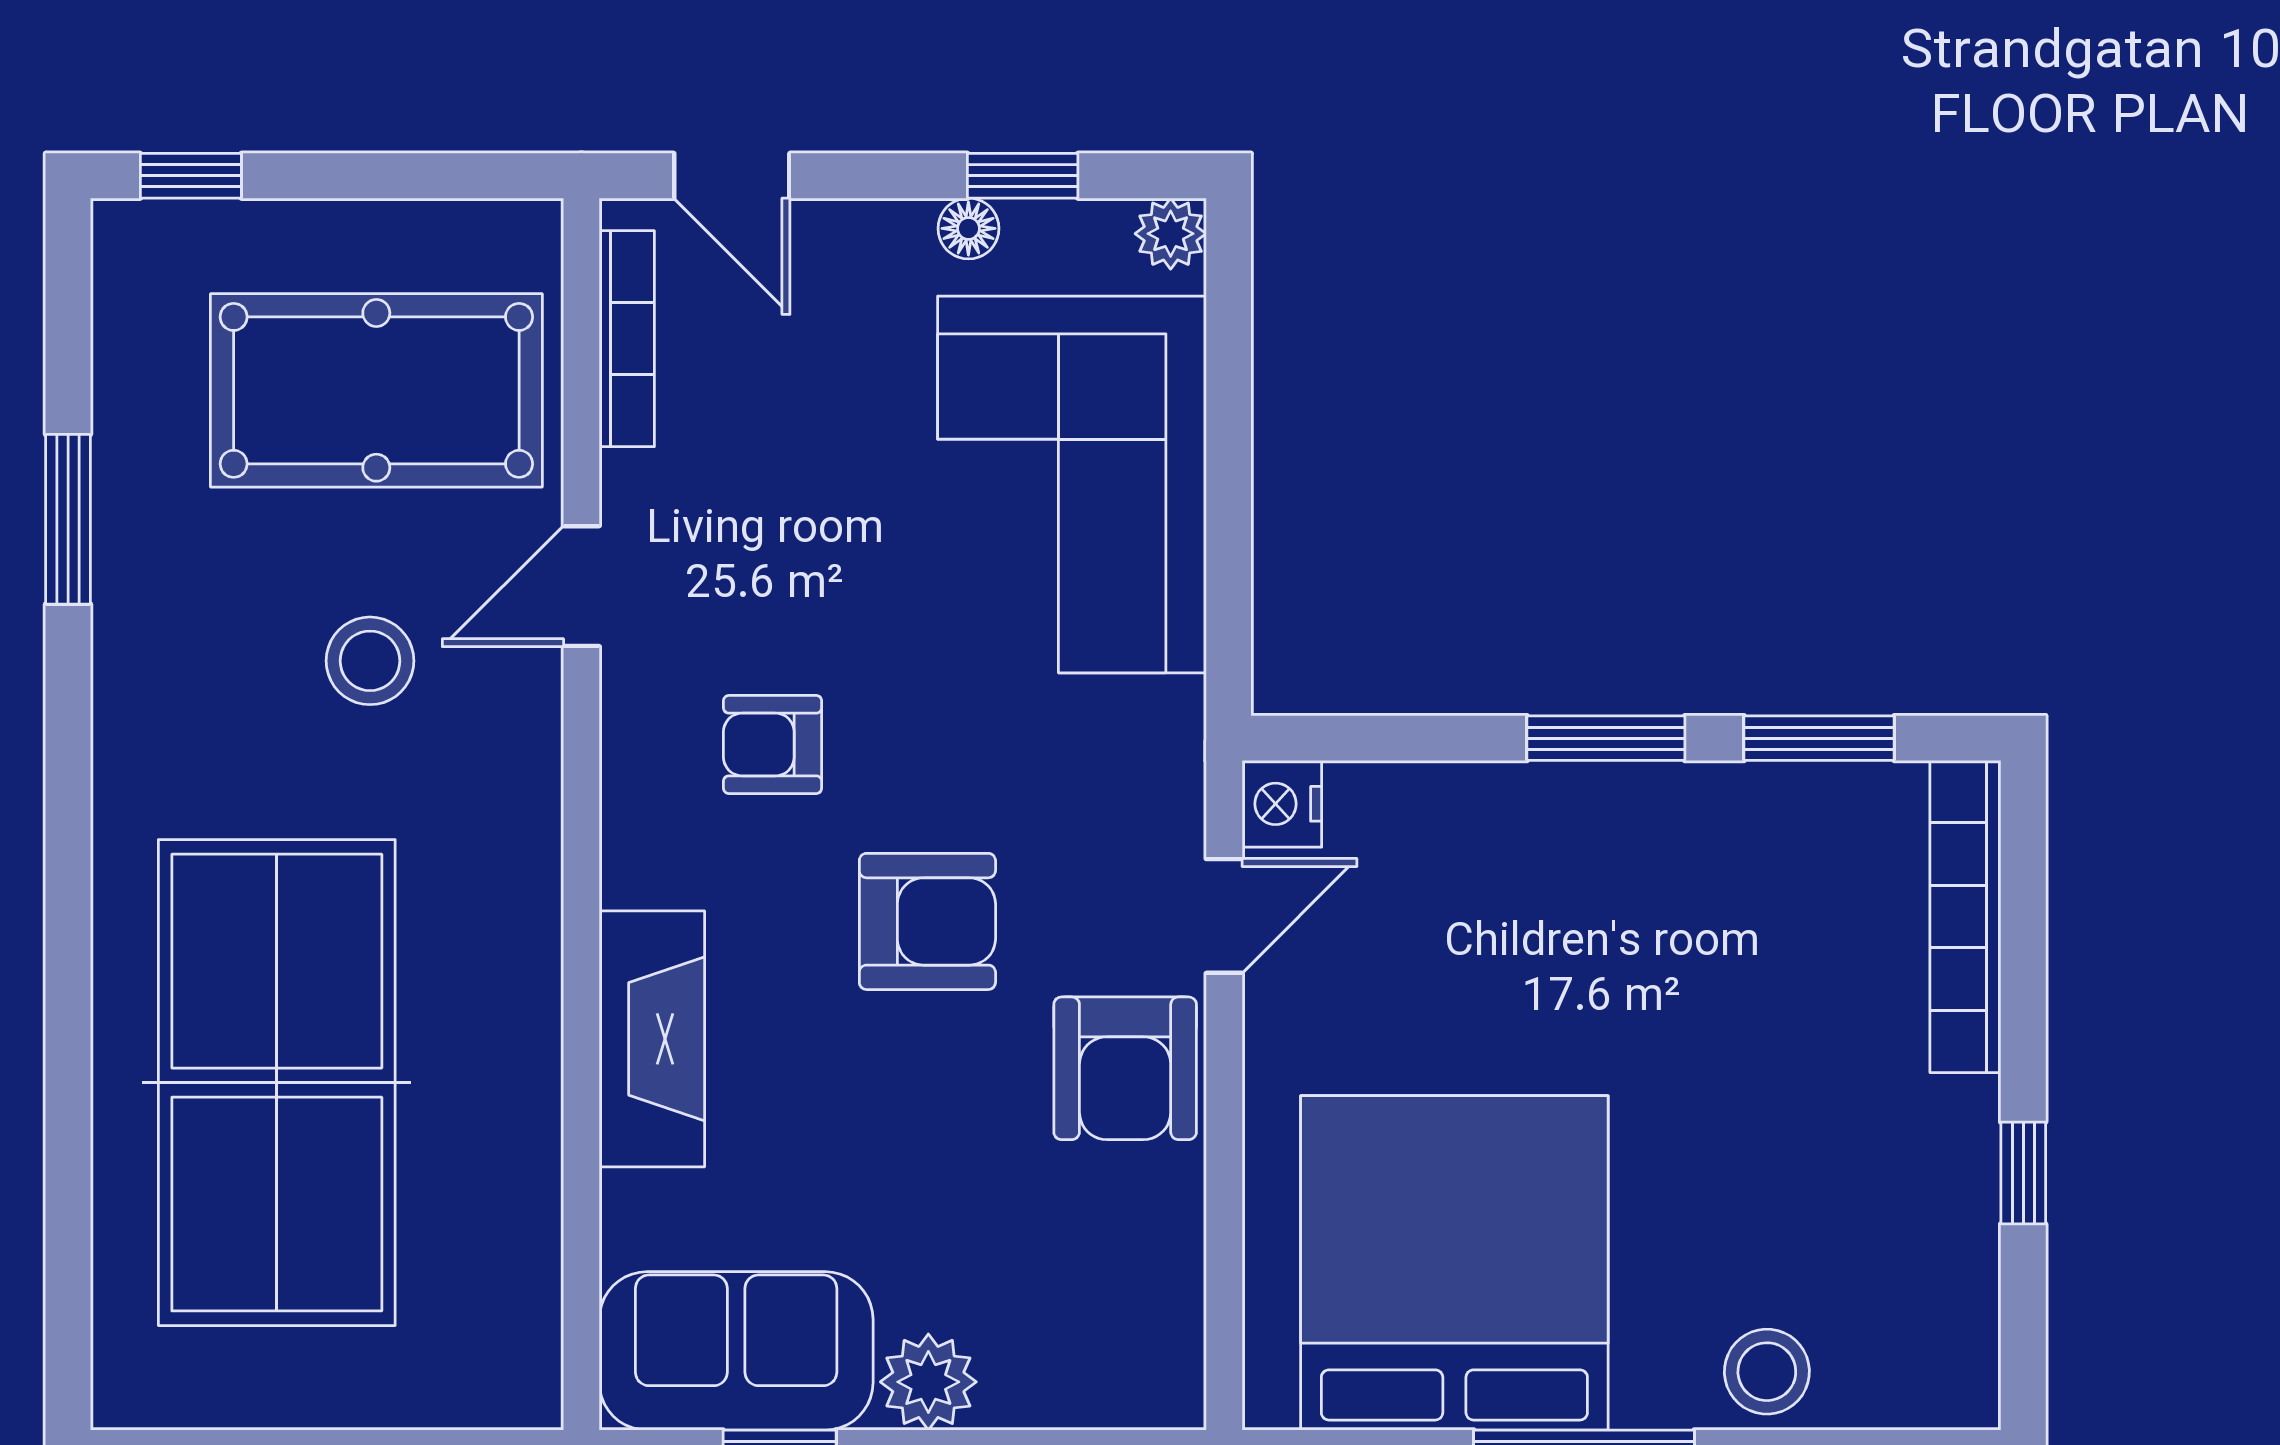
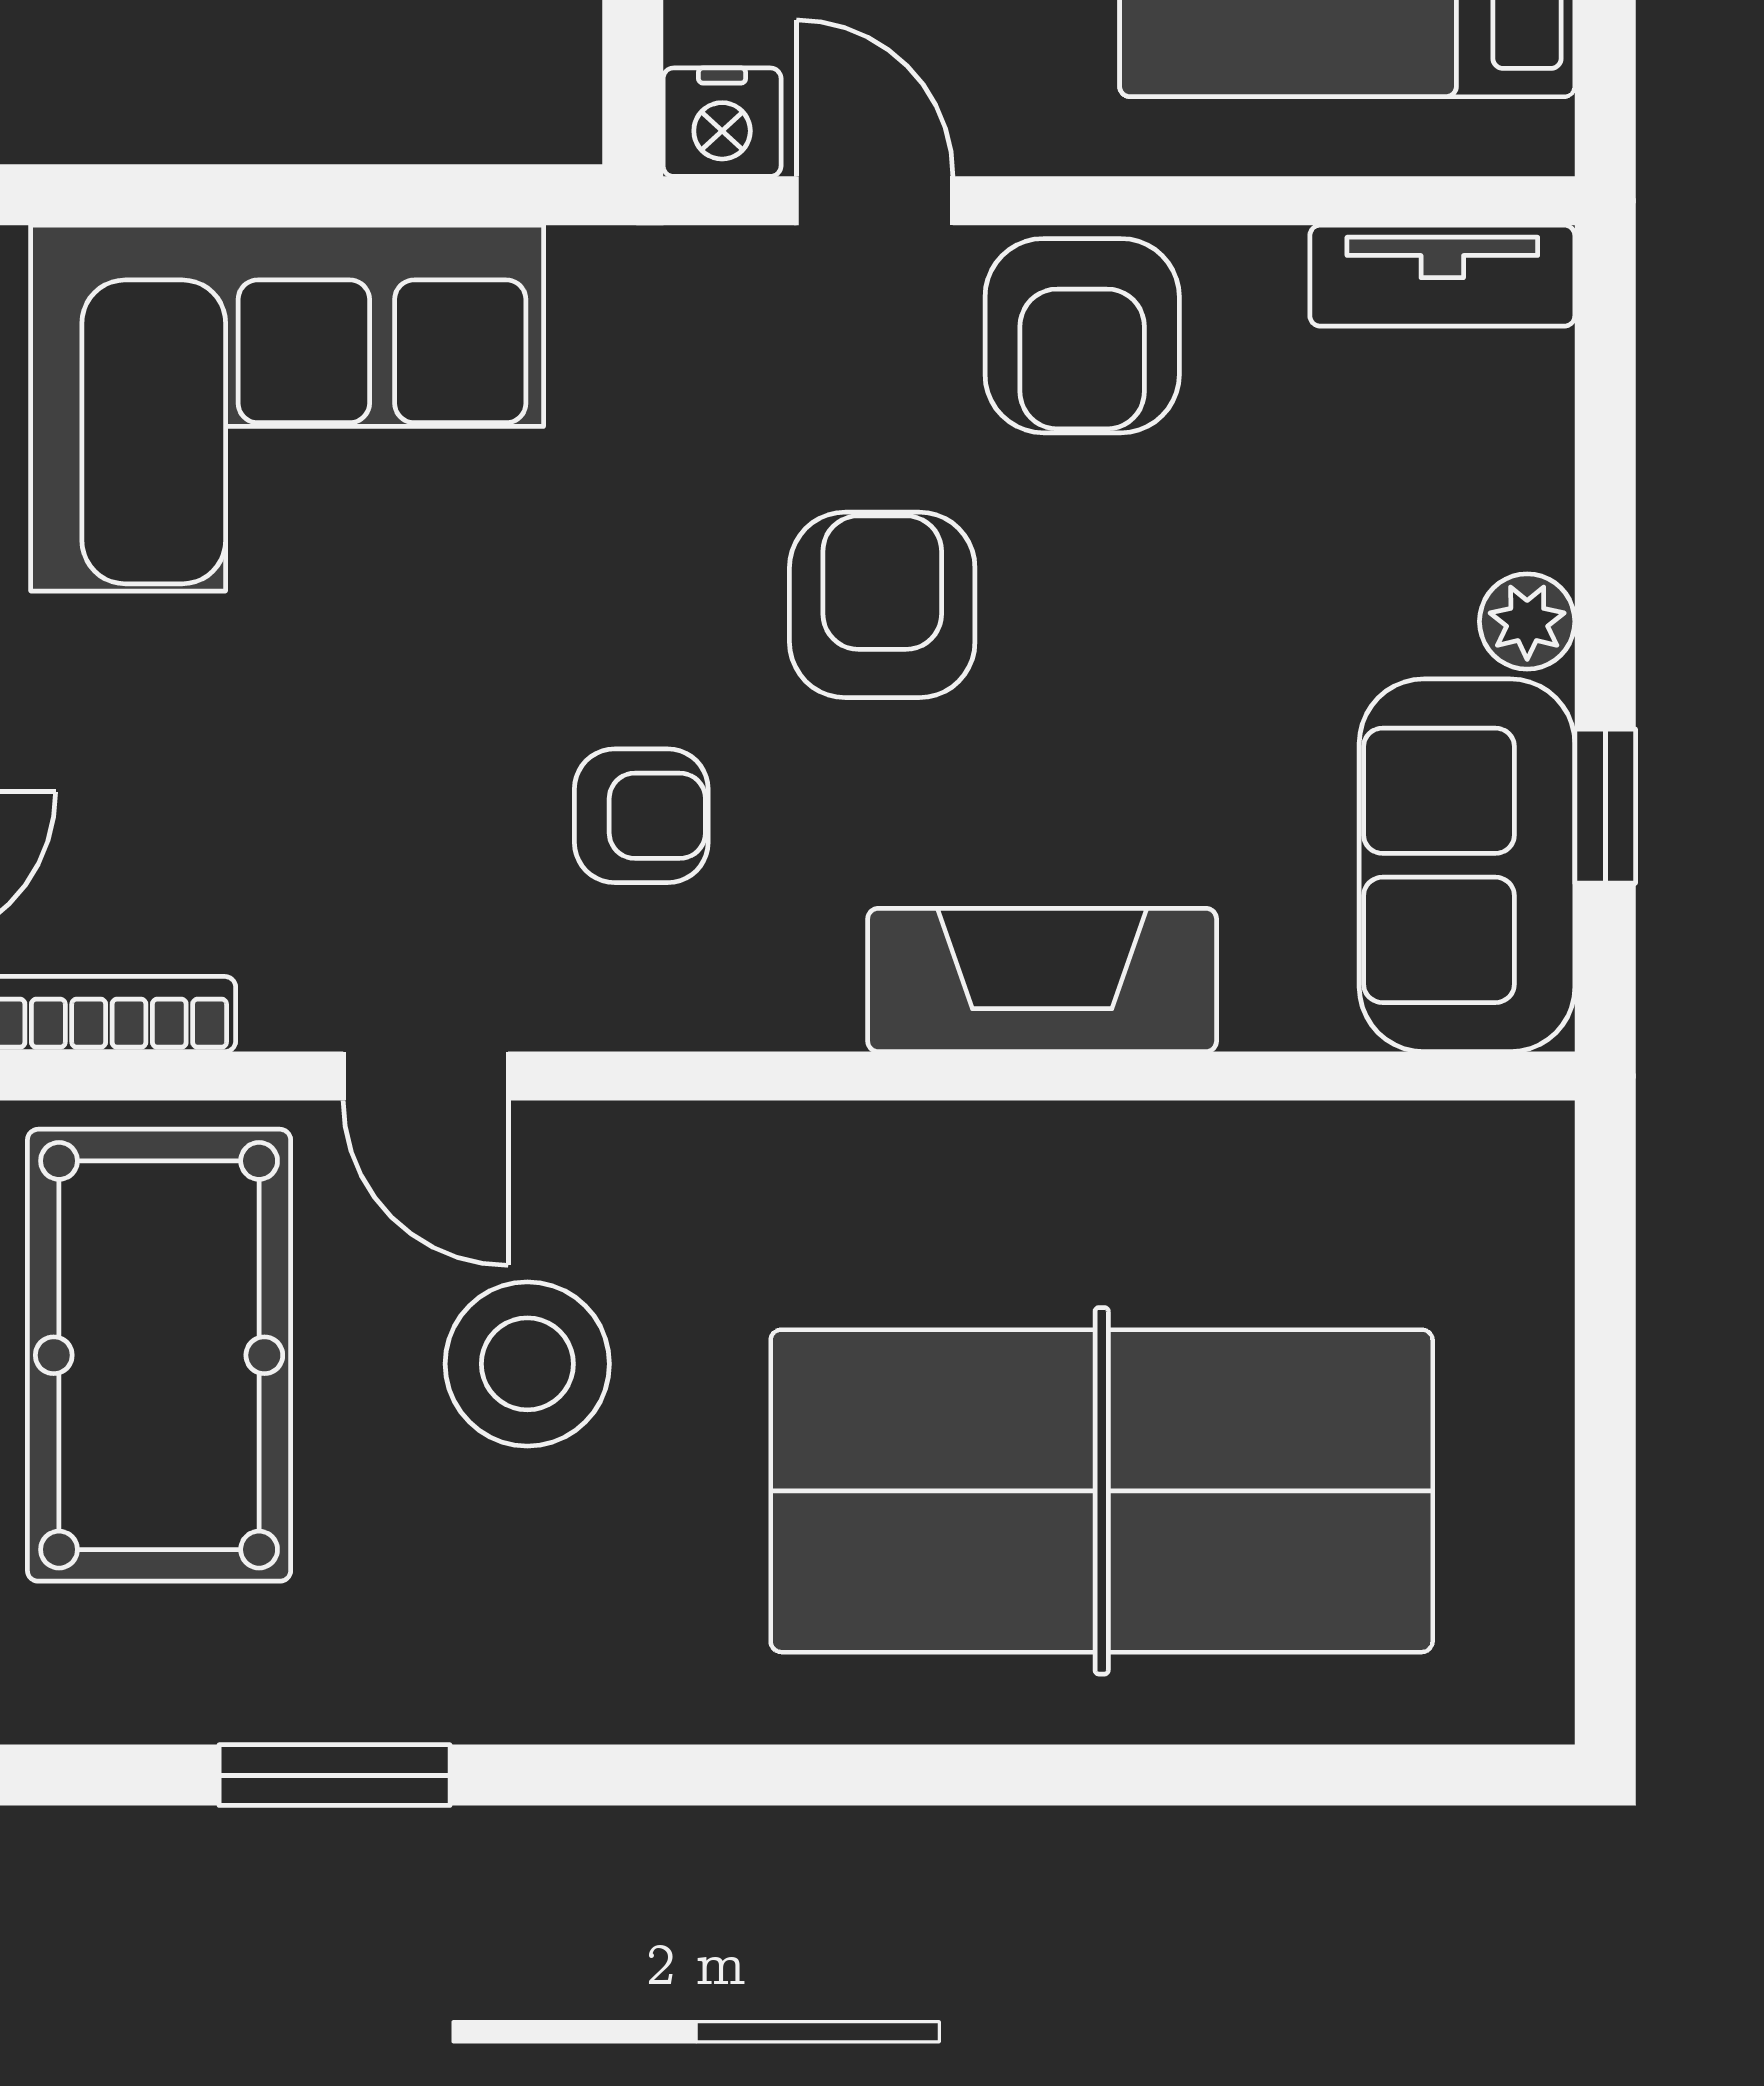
stool: (370, 661) -> (527, 1364), width x1.38, depth x1.38
armchair: (773, 744) -> (641, 816), turned -90
armchair: (1125, 1068) -> (1082, 336), turned 90
tv unit: (1169, 1333) -> (1442, 276), added
plant: (928, 1382) -> (1527, 621), width x0.73, depth x0.73

